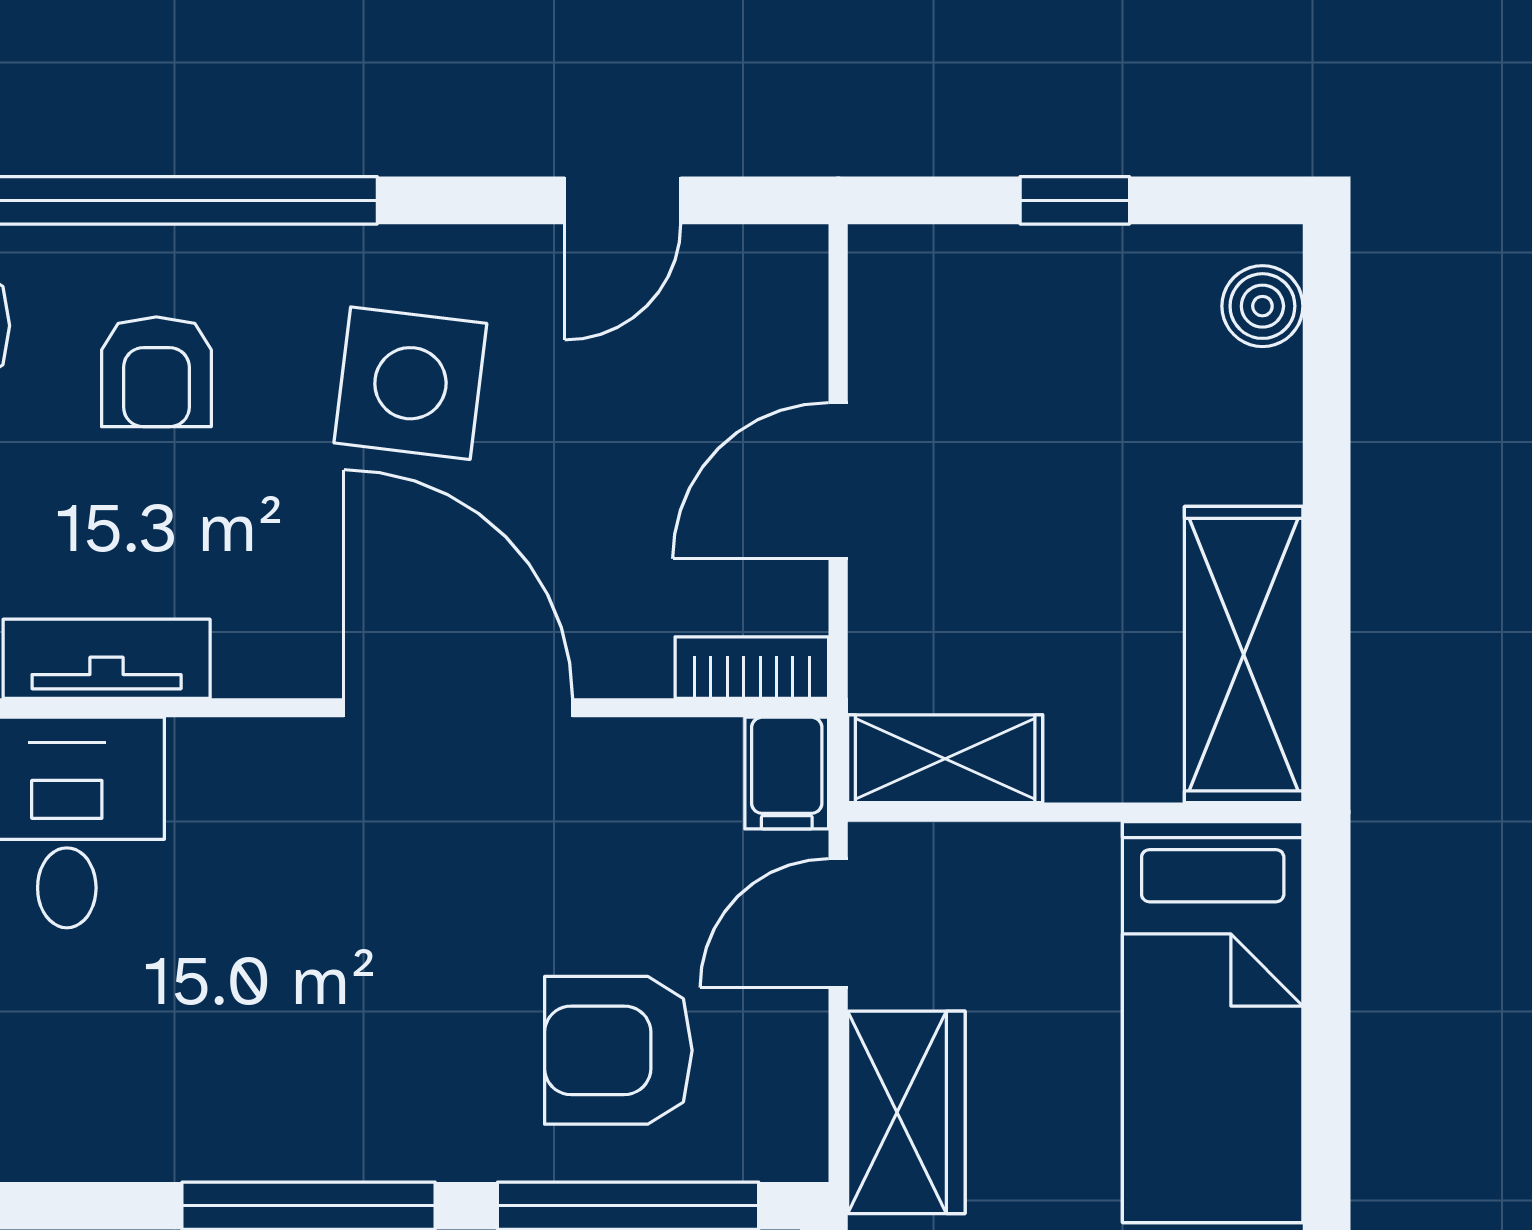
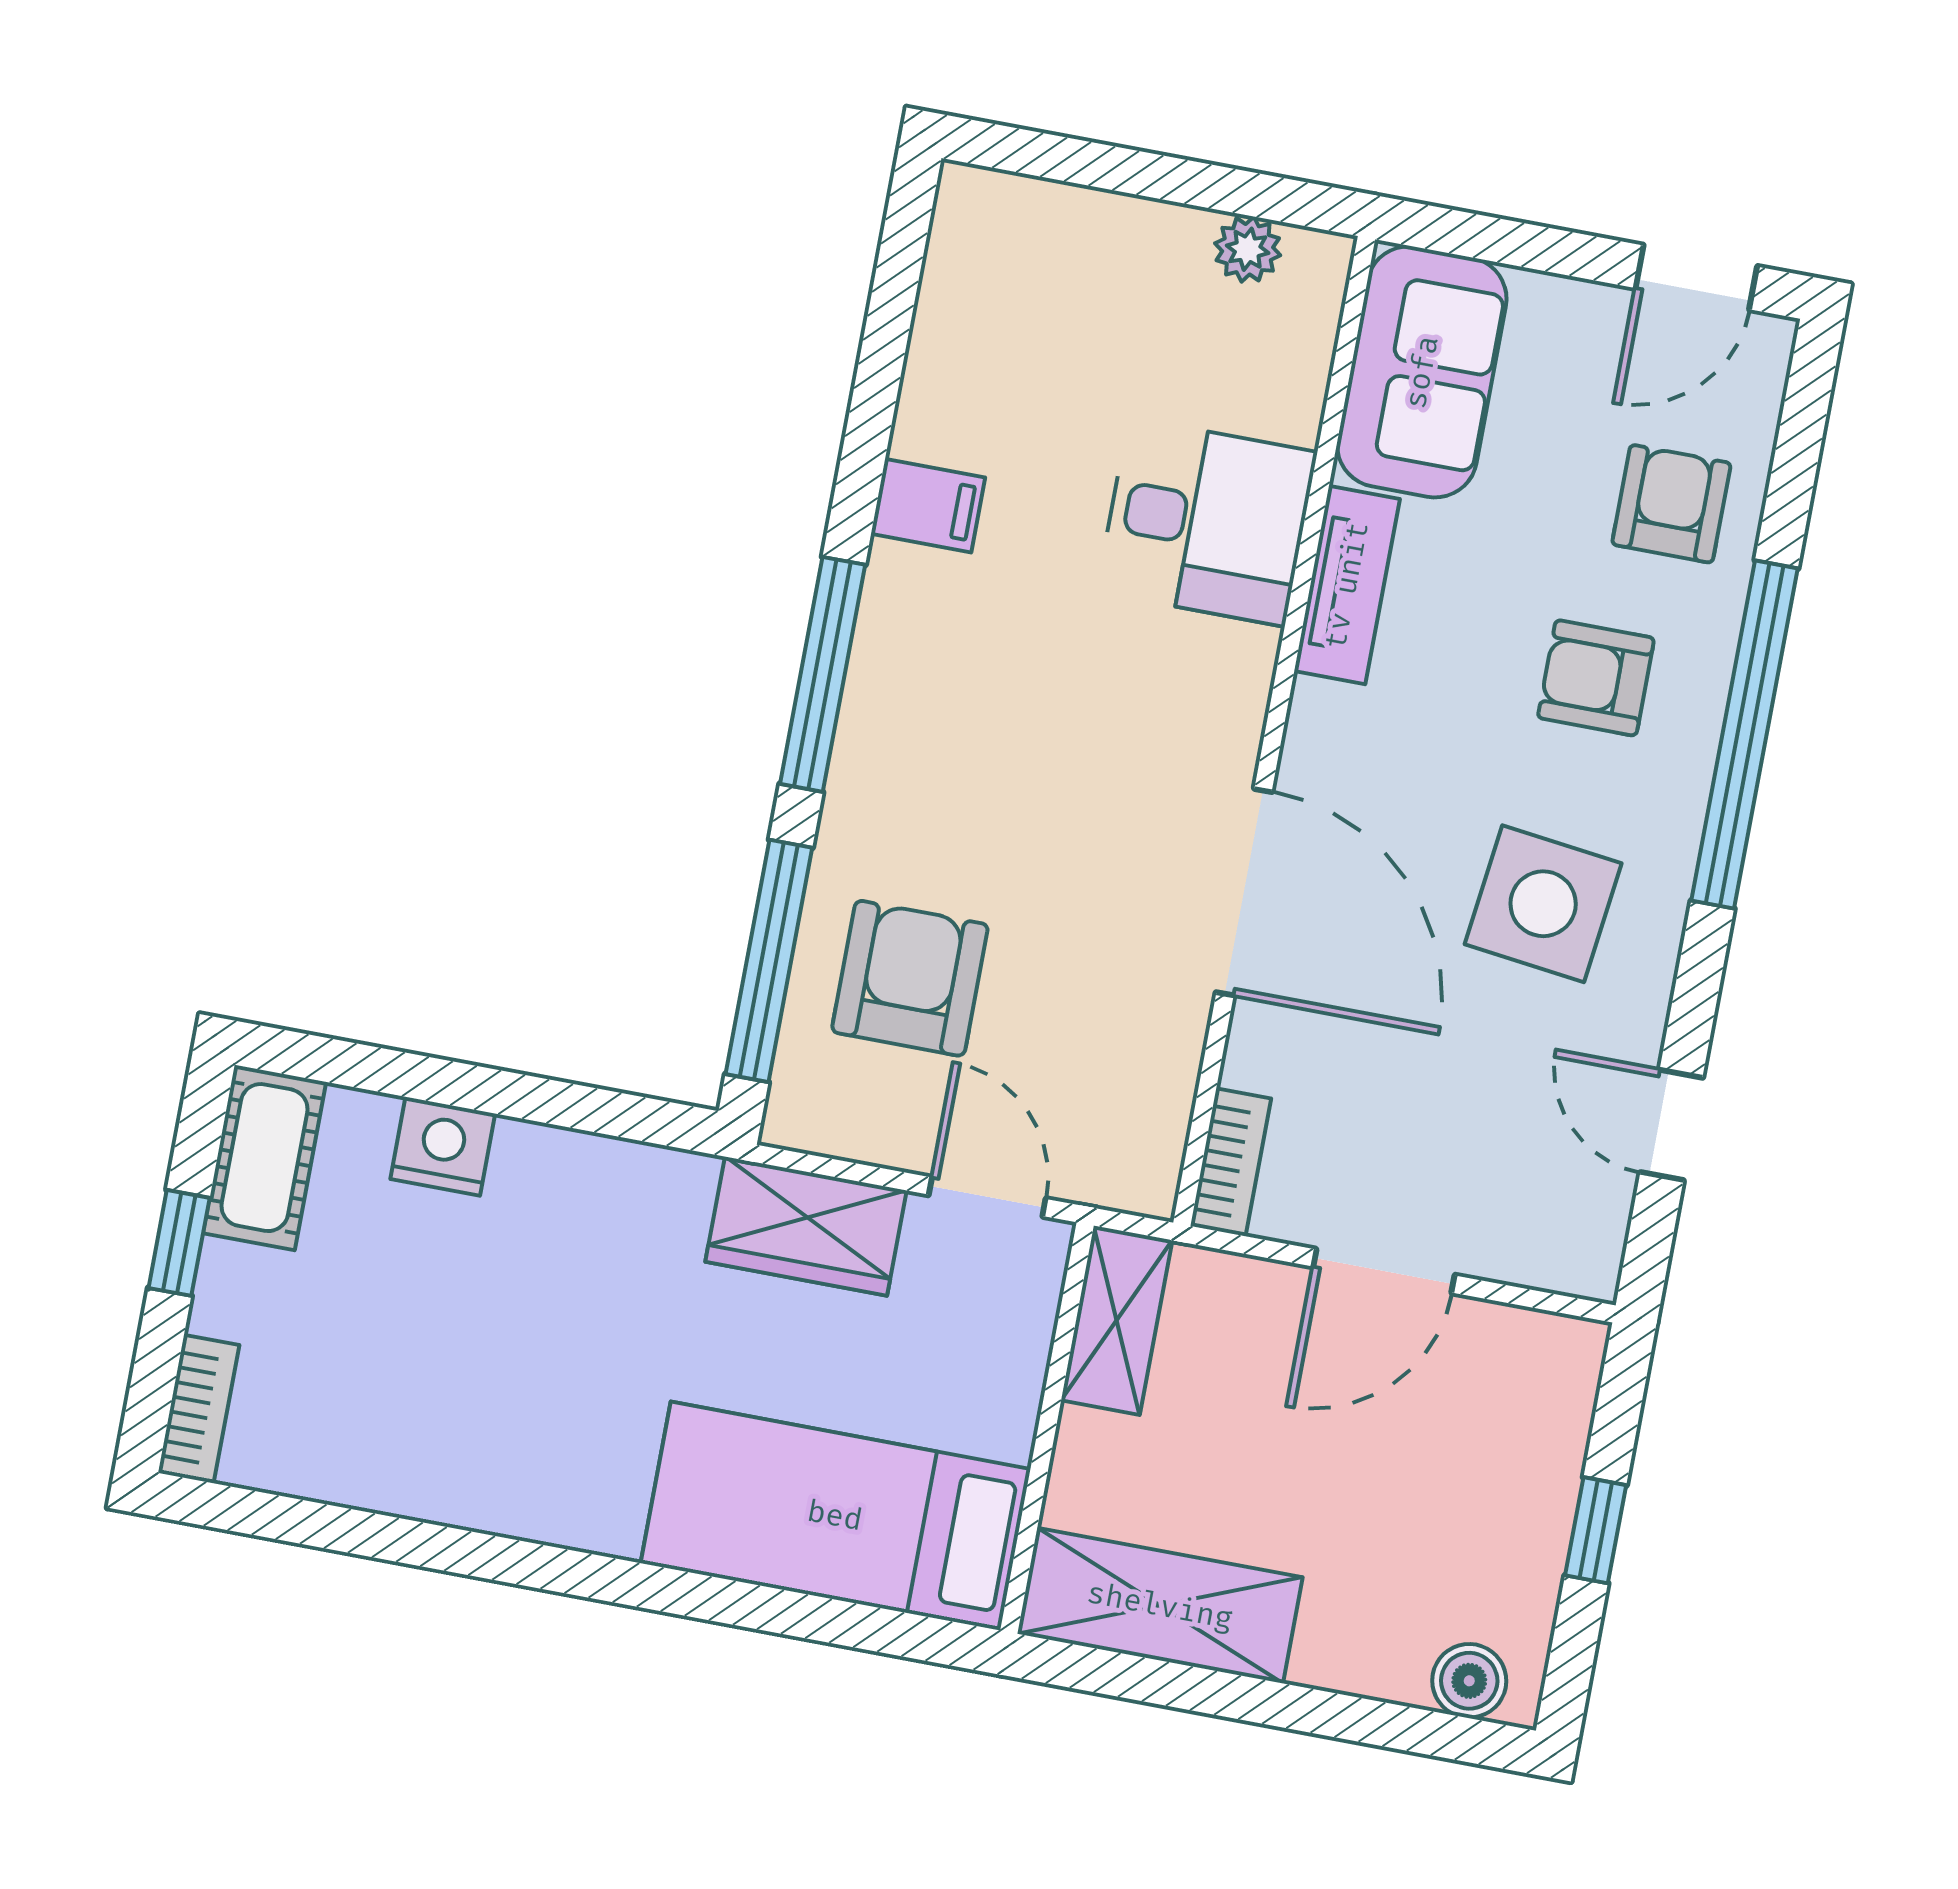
door: (838, 481) -> (1384, 1271), swing flipped
door: (458, 708) -> (1244, 892), hinge flipped
filing cabinet: (787, 773) -> (928, 506), moved, turned 180

